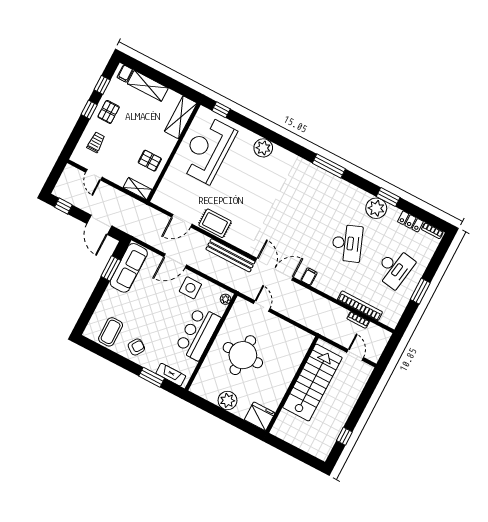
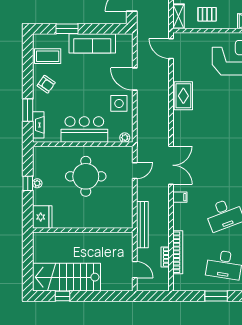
pallet: (150, 161) -> (207, 14), turned 90
door: (182, 221) -> (171, 49), moved
bench: (231, 255) -> (142, 225), moved
window: (111, 268) -> (67, 29), moved
sofa: (129, 268) -> (92, 43), moved
door: (355, 355) -> (135, 270), hinge flipped
stairs: (312, 382) -> (66, 277), moved, turned 180
plant: (227, 401) -> (37, 183), width x0.53, depth x0.53
window: (221, 413) -> (28, 183), added

